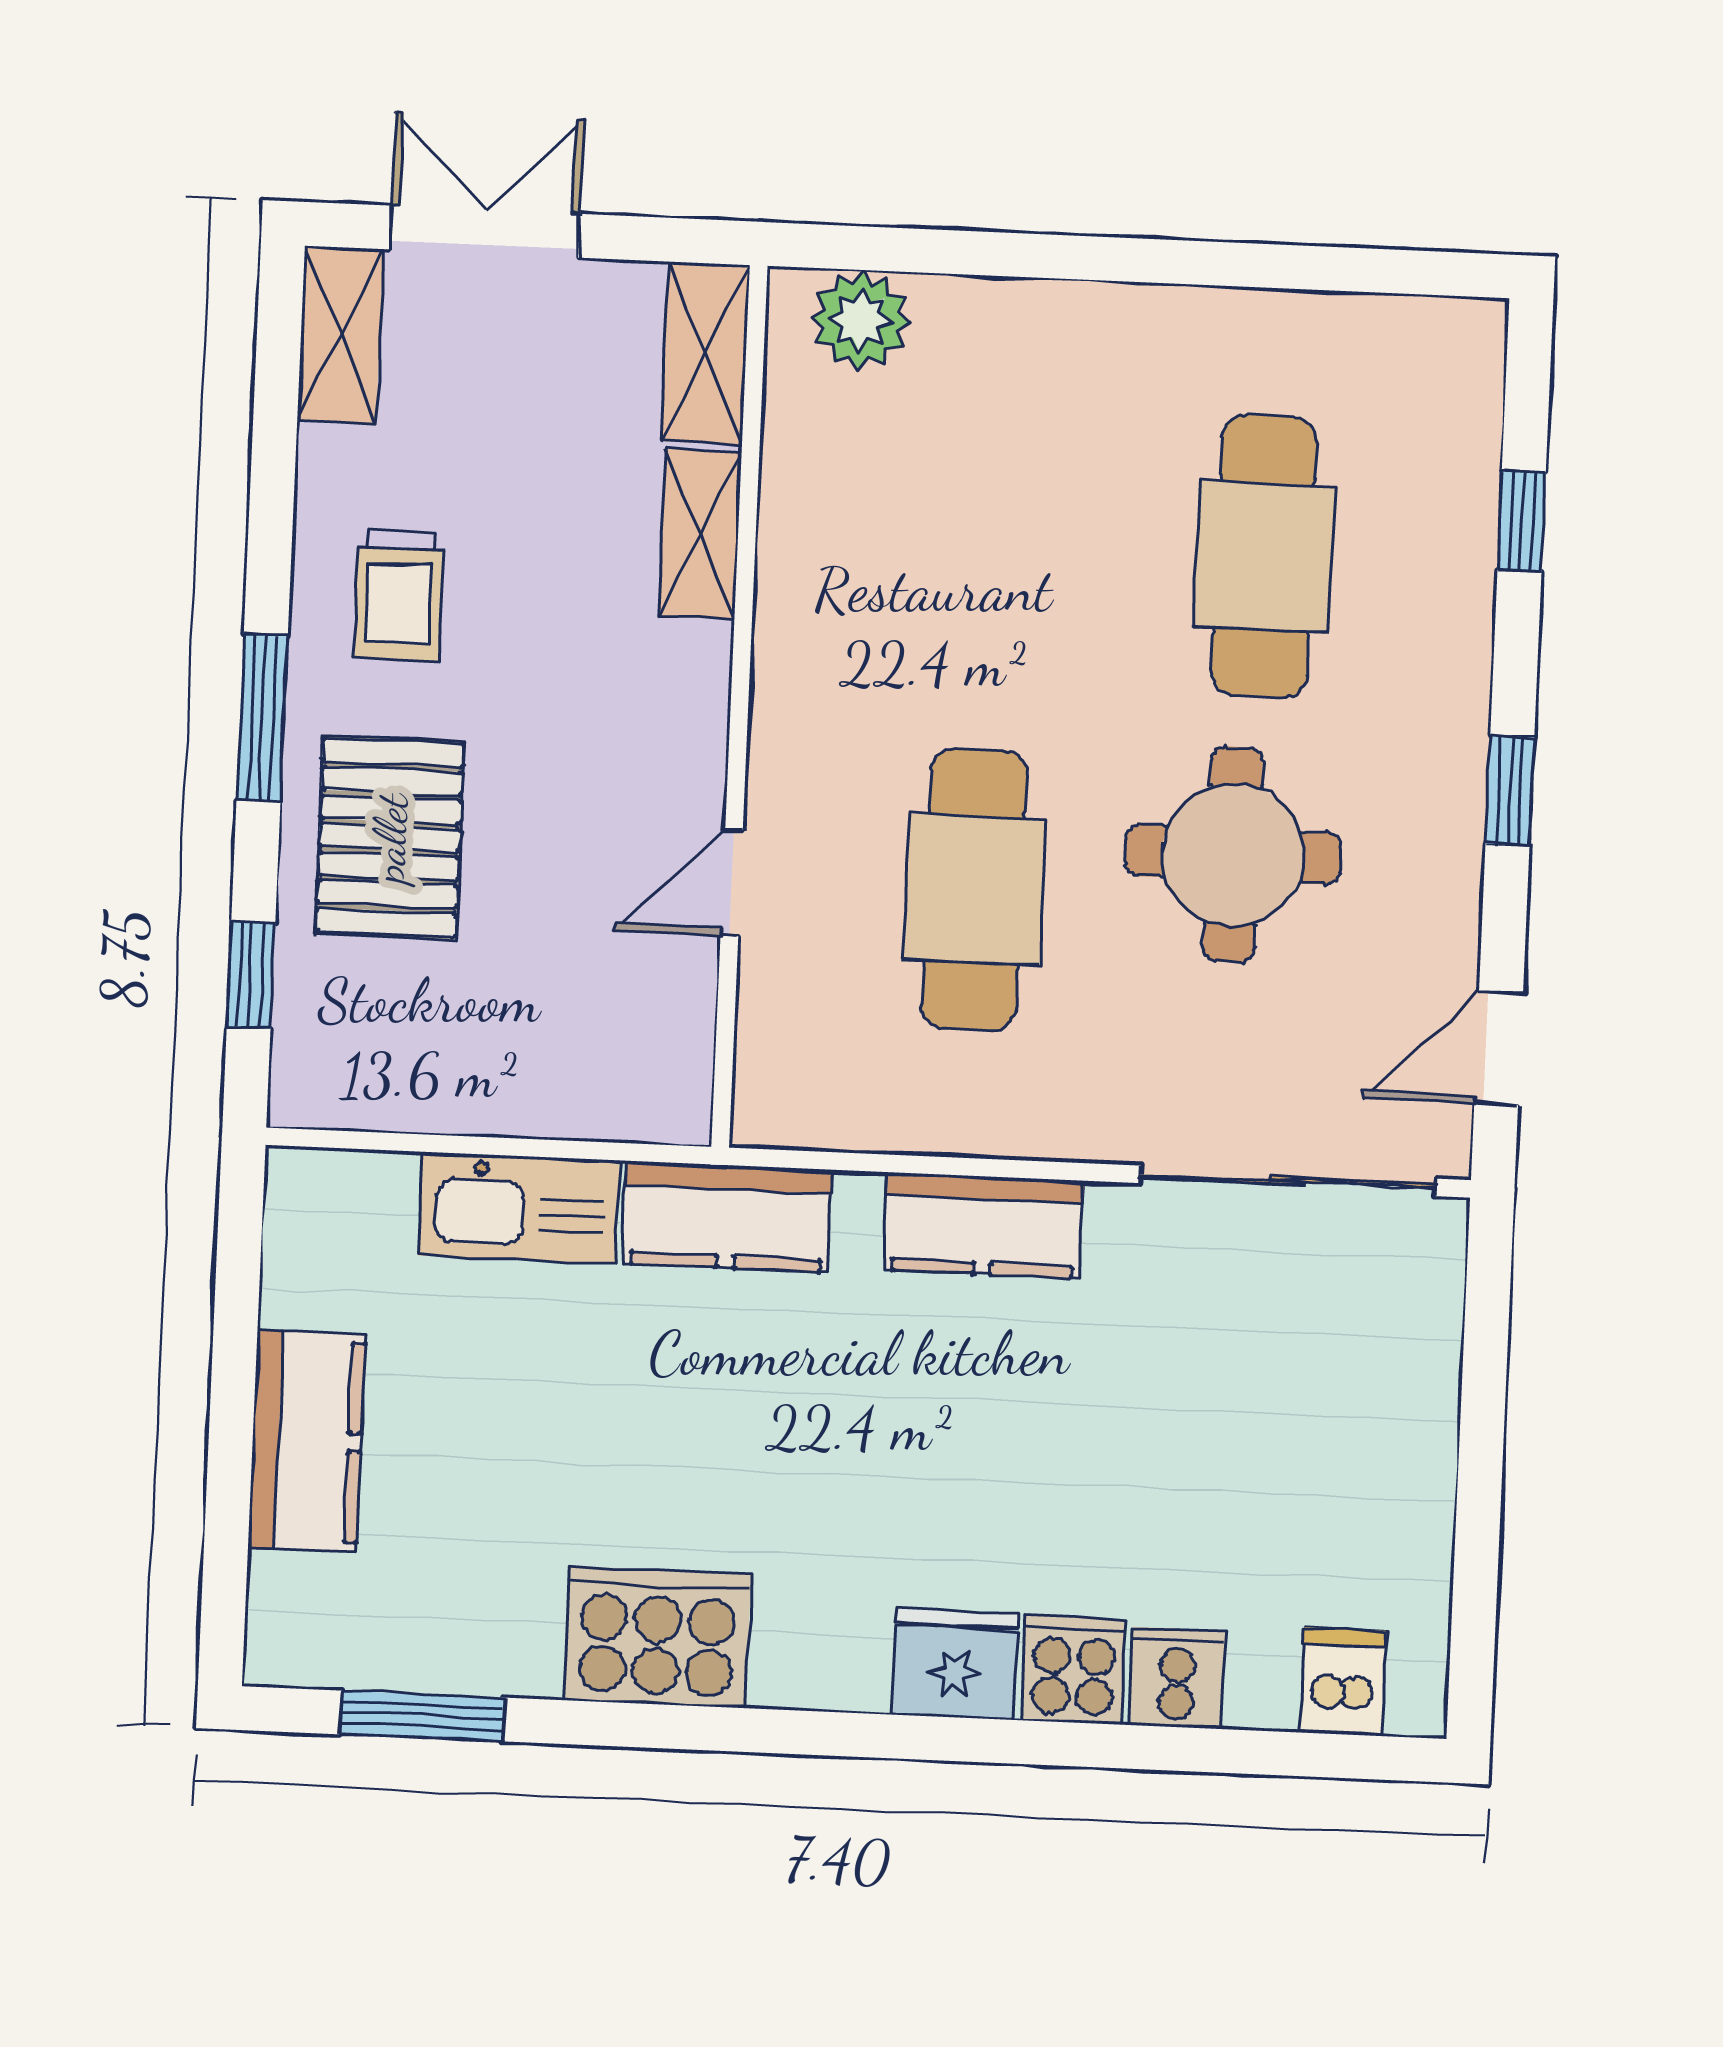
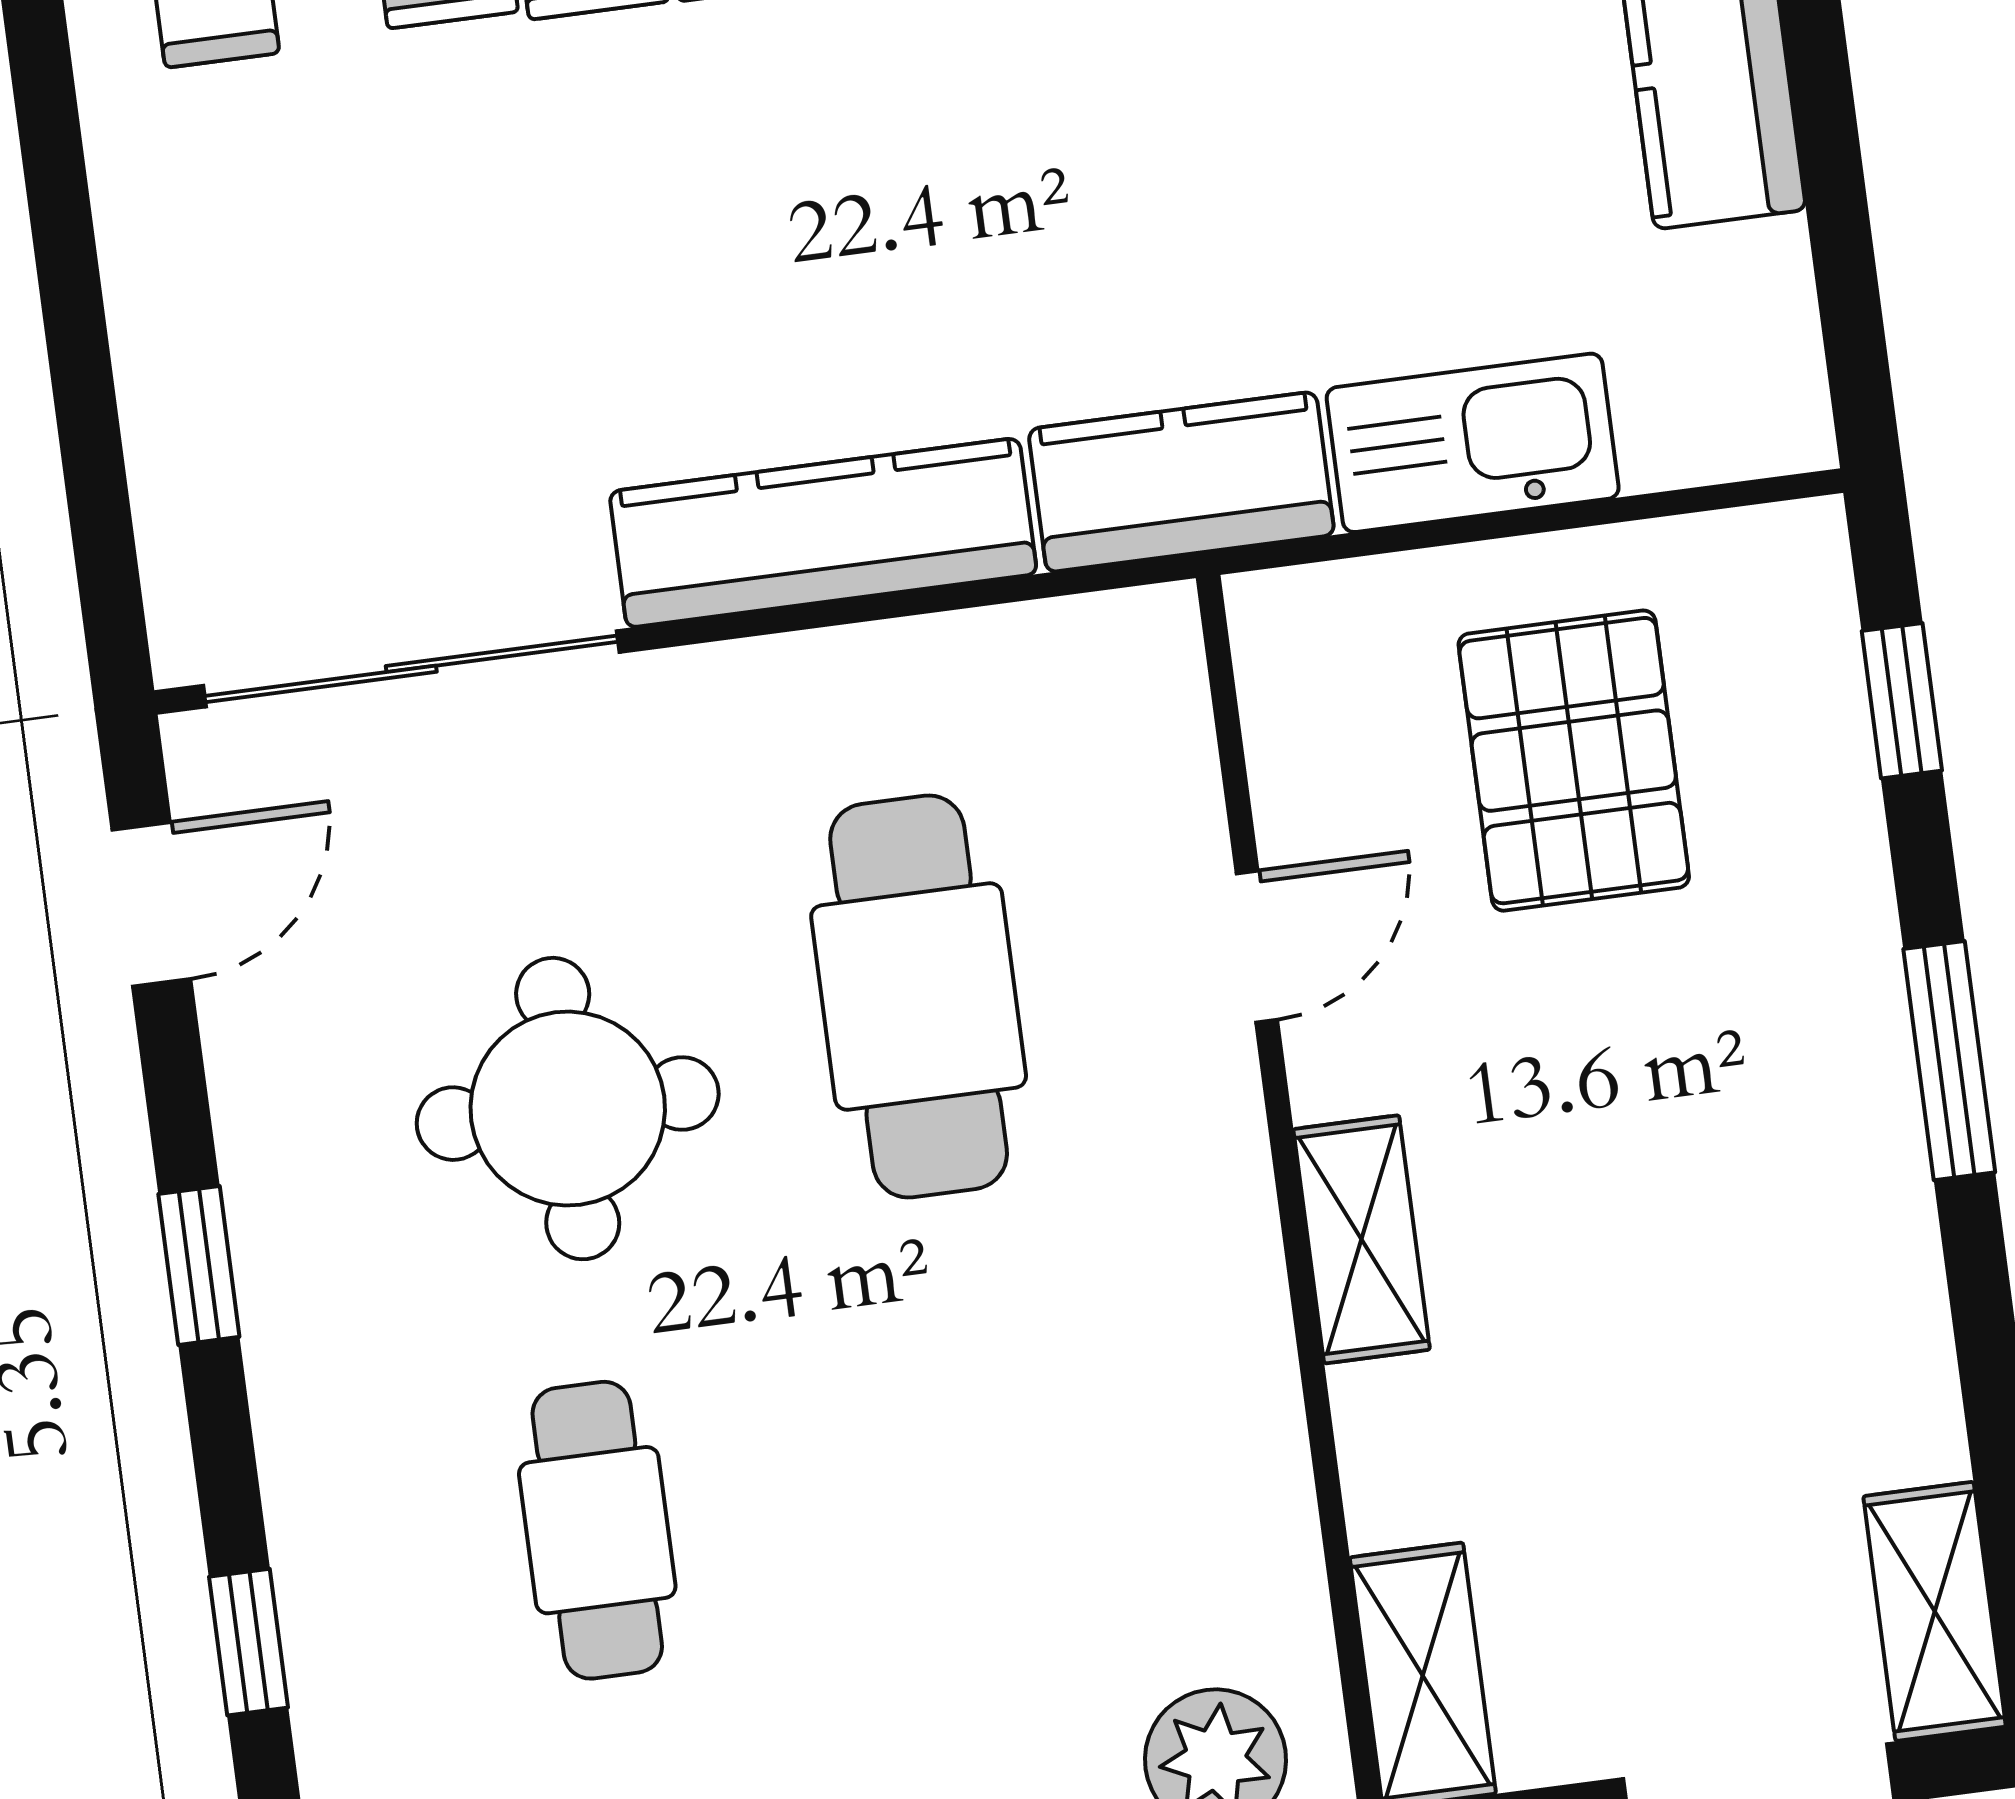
shelving: (700, 534) -> (1362, 1239), moved
cafe table: (1264, 556) -> (597, 1530), width x0.73, depth x0.74
trolley: (399, 595) -> (1789, 1265), removed
pallet: (390, 838) -> (1574, 761), moved
kitchen counter: (984, 1225) -> (823, 533), width x1.50

